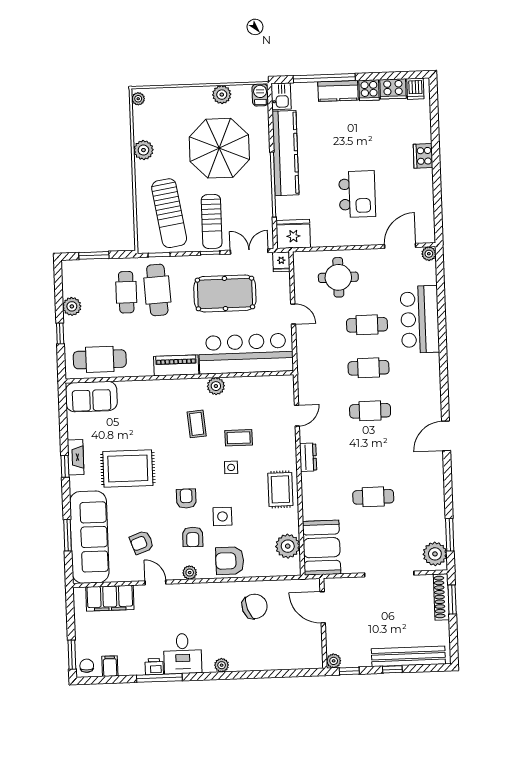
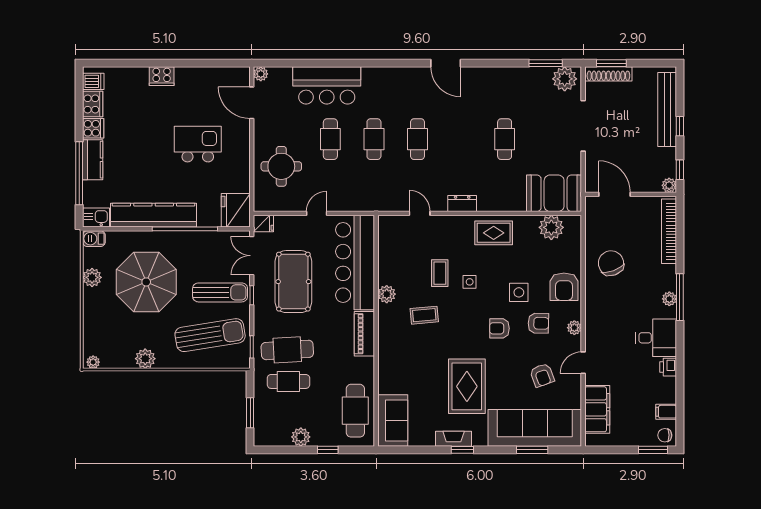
door: (323, 607) -> (614, 194), swing flipped
bookcase: (288, 663) -> (669, 231), added
window: (159, 678) -> (680, 297), moved

